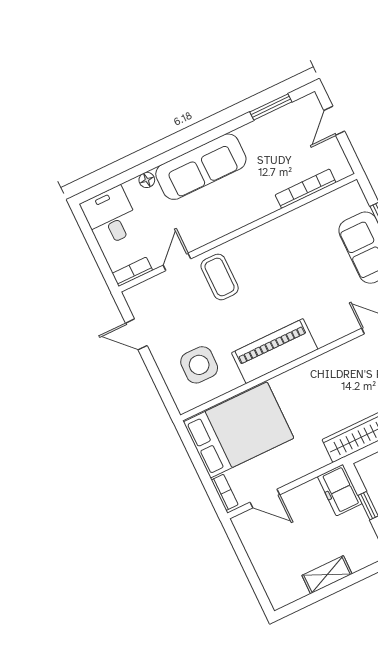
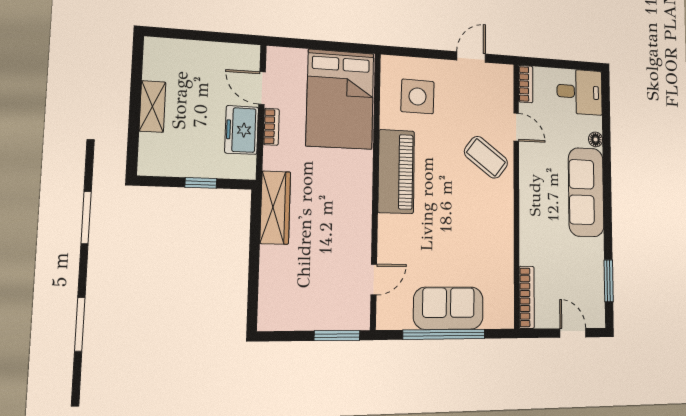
bookcase: (306, 189) -> (527, 297), moved
coffee table: (220, 277) -> (486, 157), turned 37
freezer: (340, 490) -> (242, 130), moved, turned -90
bookcase: (225, 492) -> (271, 127), moved, turned -90
door: (265, 498) -> (262, 88), hinge flipped

